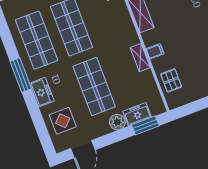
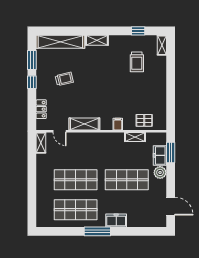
shelving: (140, 58) -> (135, 137), moved
display table: (63, 121) -> (143, 213), removed

